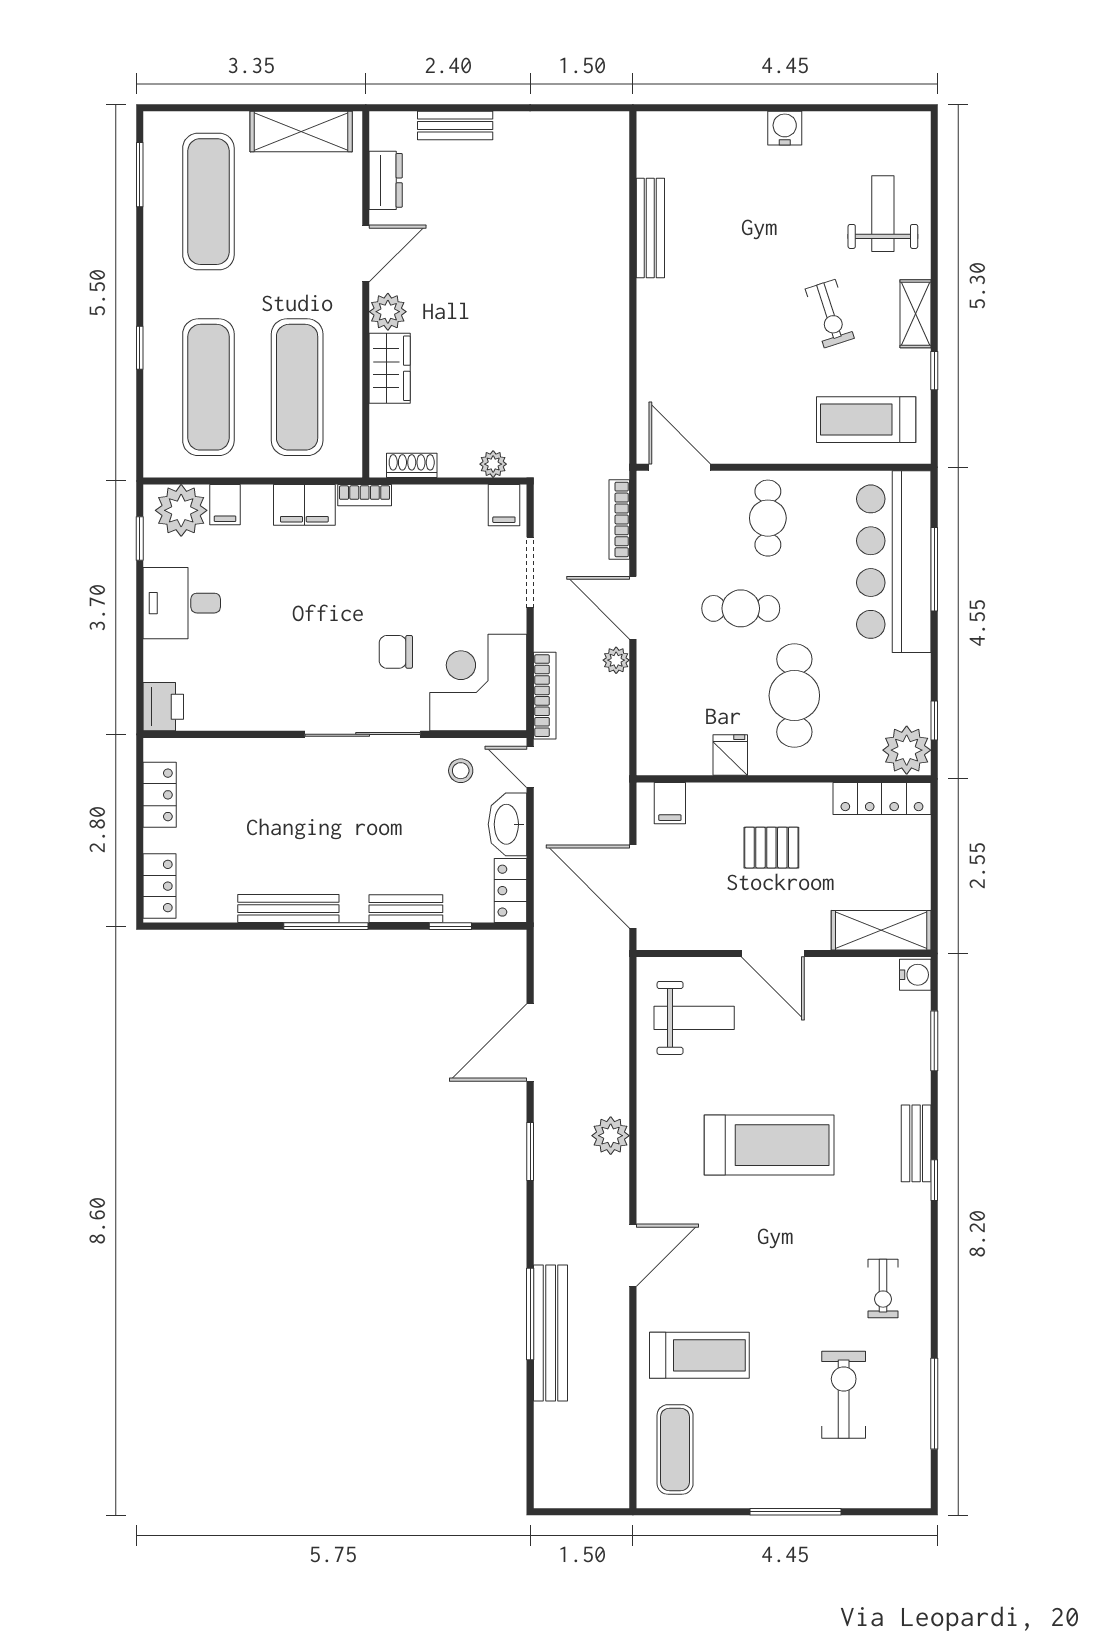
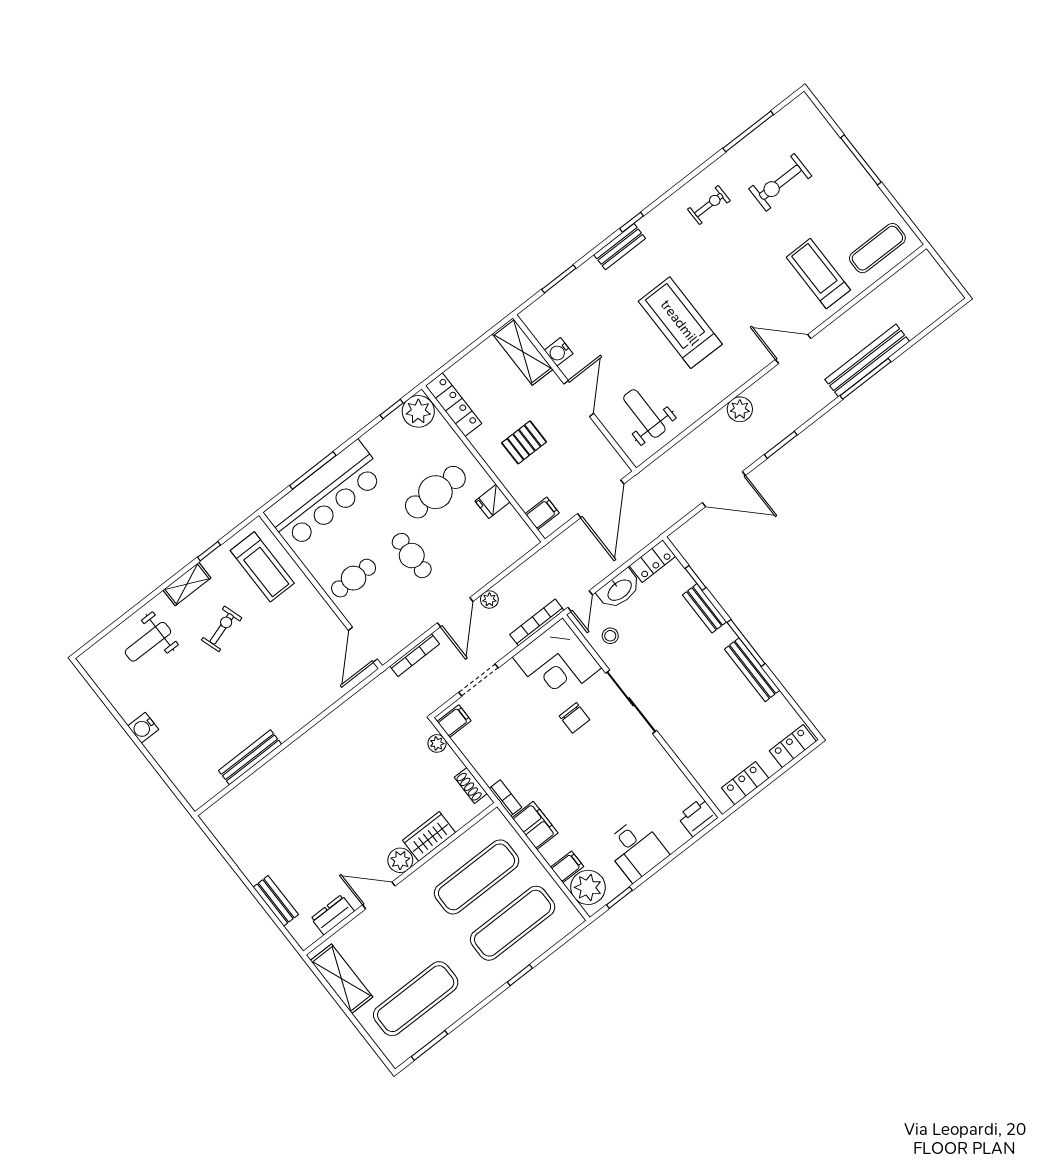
pallet: (771, 848) -> (524, 442), turned 90
water cooler: (915, 975) -> (559, 352), moved, turned -90

